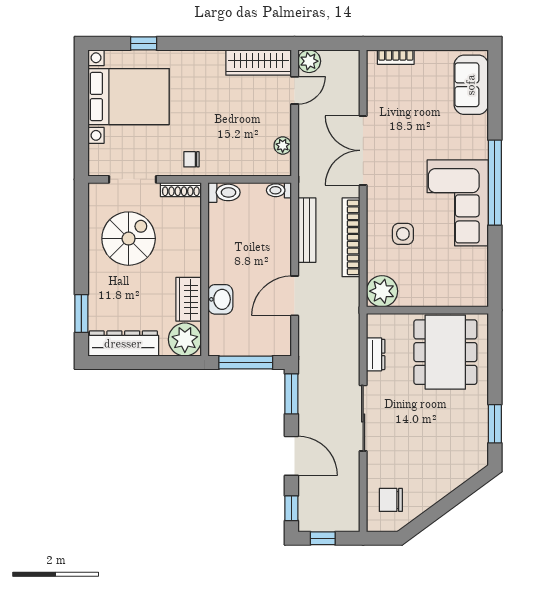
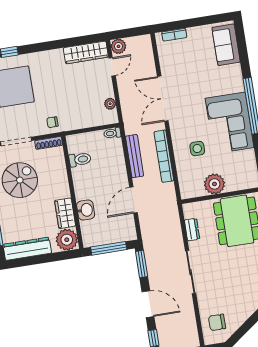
toilet: (224, 192) -> (80, 159), moved
plant: (382, 291) -> (214, 184), moved

